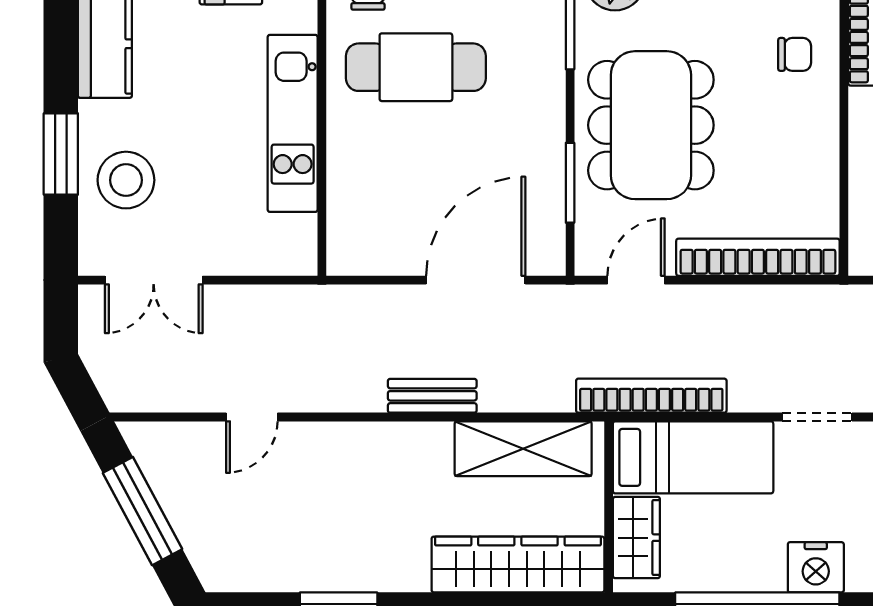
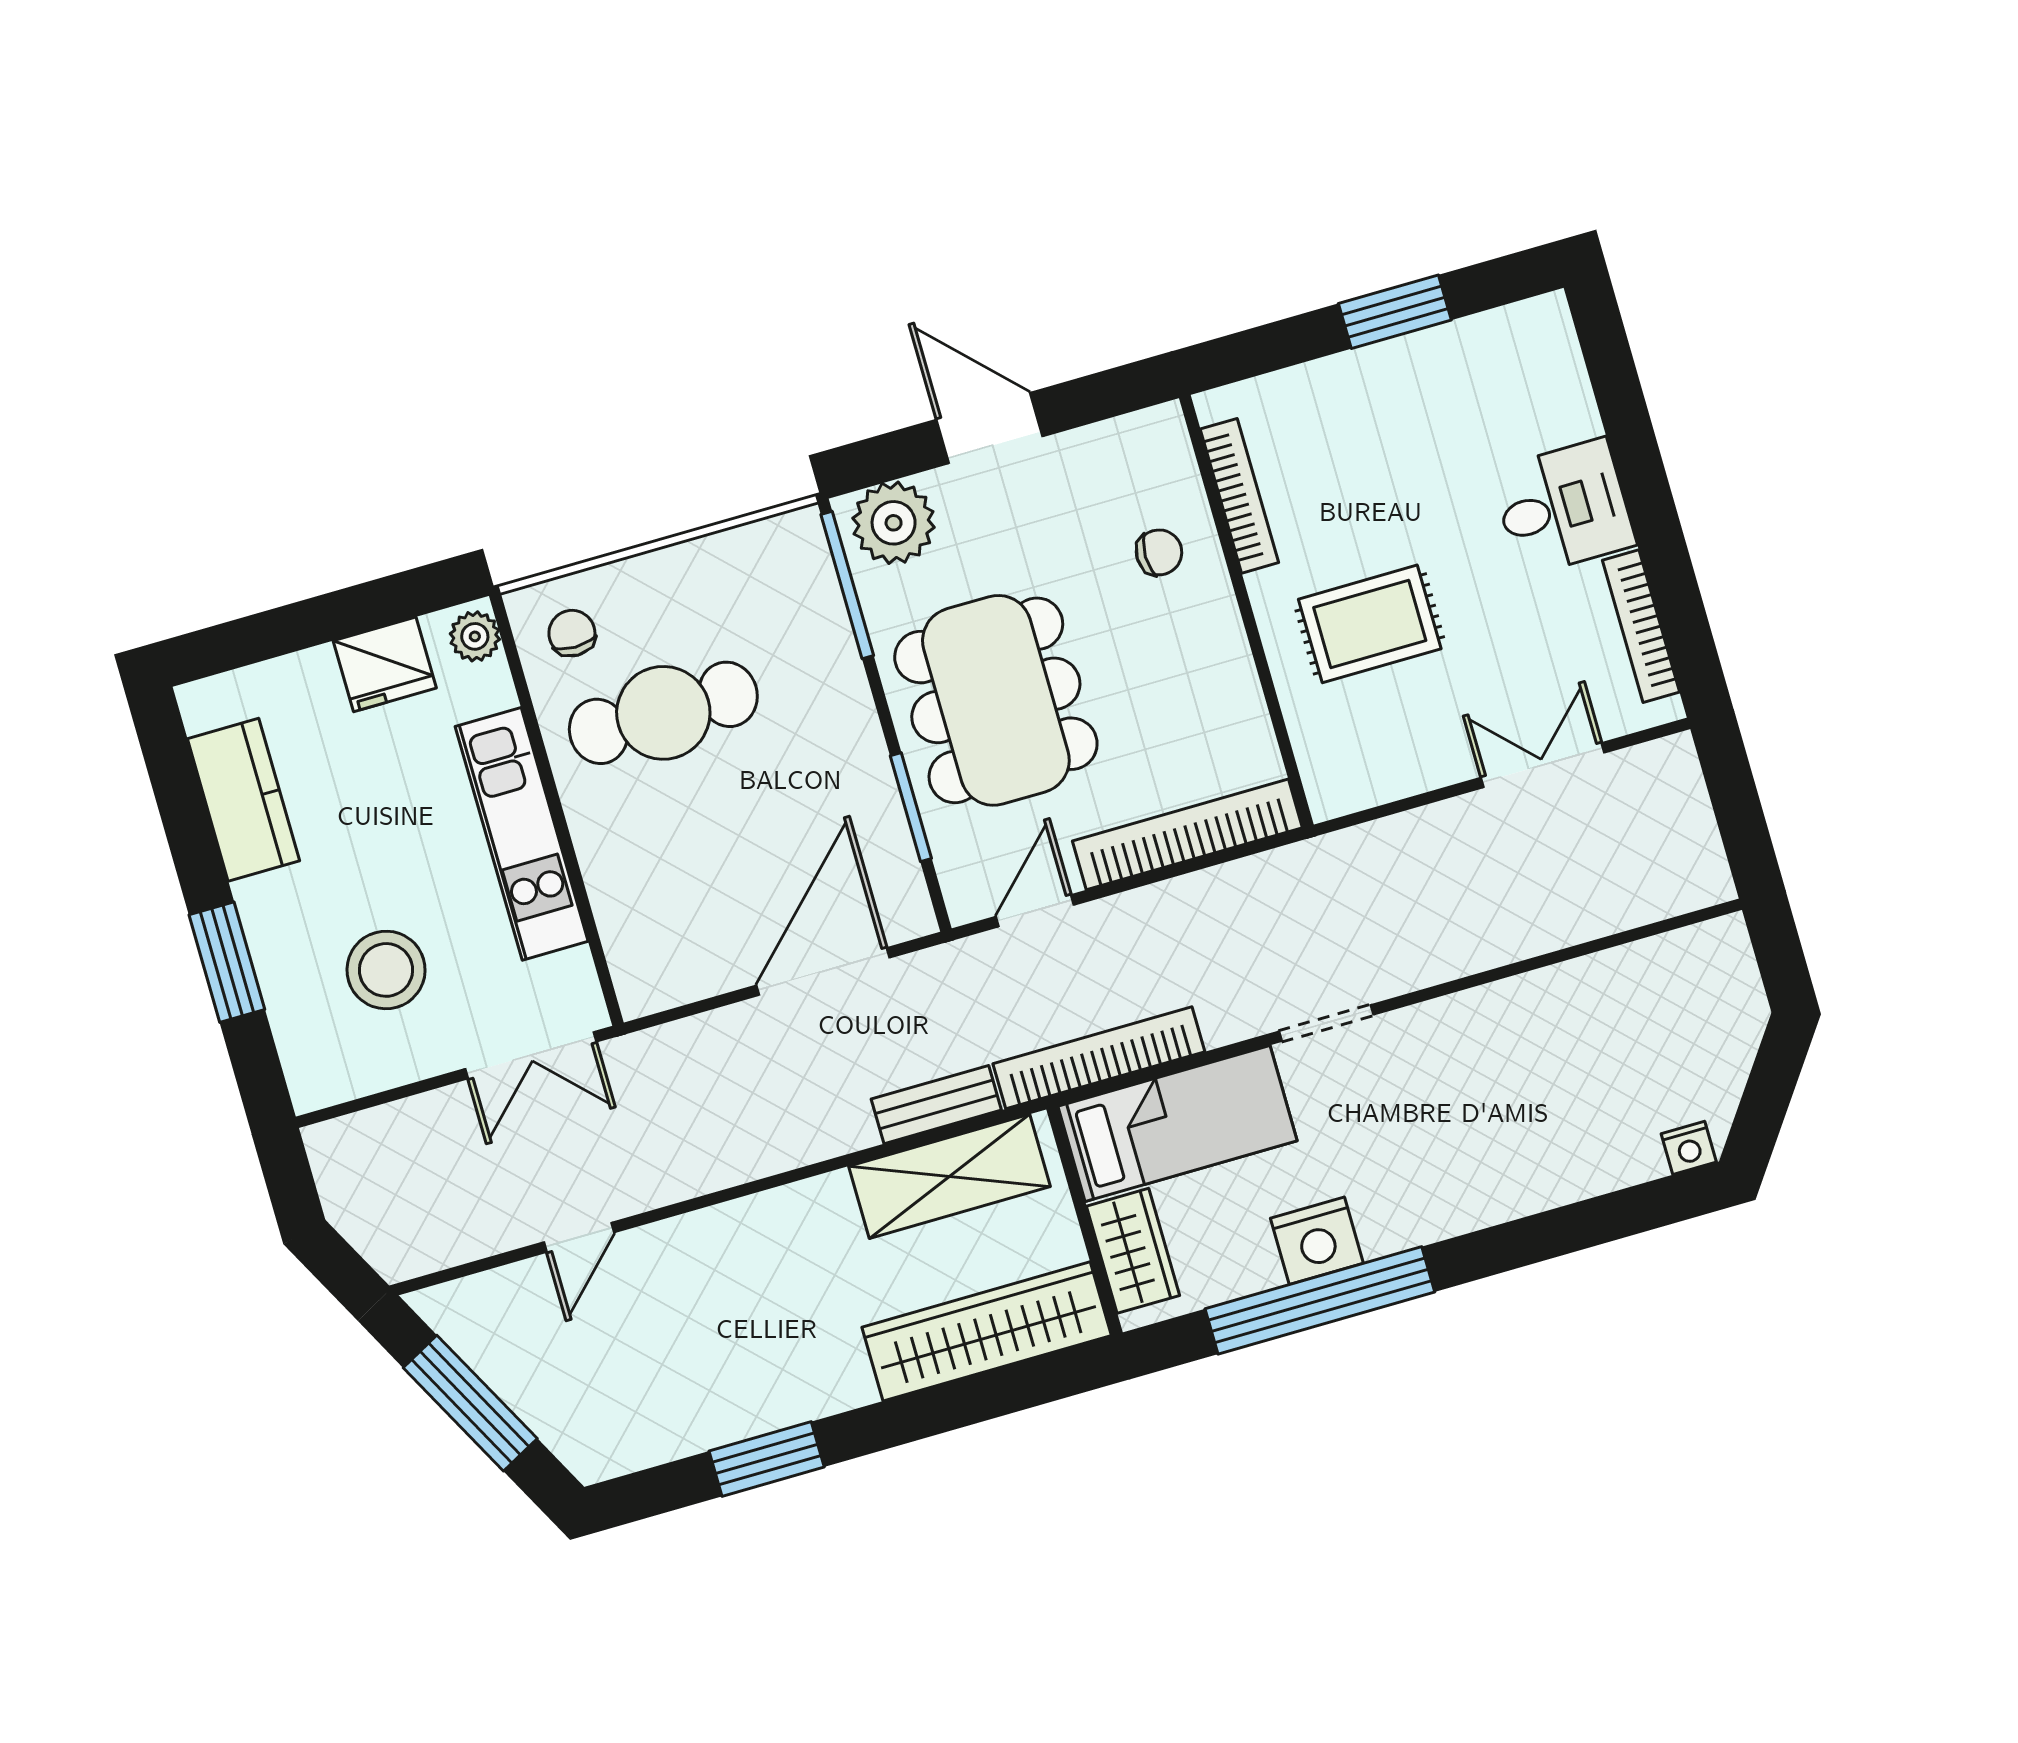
stool: (126, 180) -> (386, 970), moved
double door: (154, 280) -> (531, 1055), moved
bench: (432, 396) -> (936, 1105), moved
nightstand: (816, 567) -> (1317, 1241), moved

